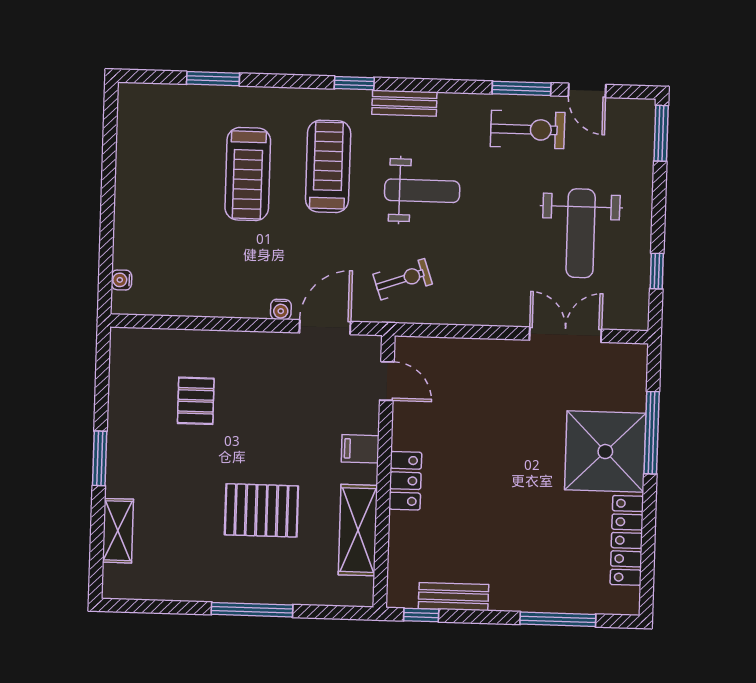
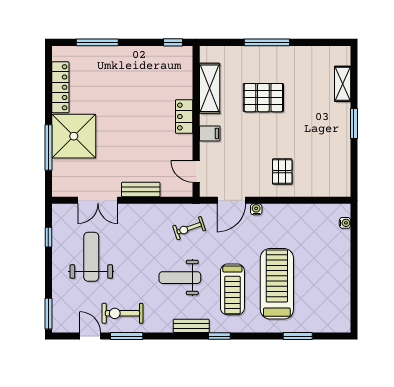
treadmill: (248, 174) -> (277, 284), width x1.37, depth x1.38
pallet: (196, 401) -> (282, 172), moved
bench: (453, 597) -> (141, 189), moved

